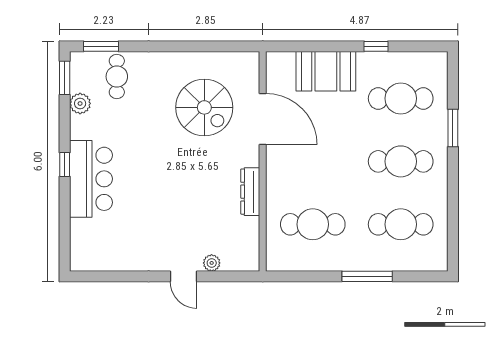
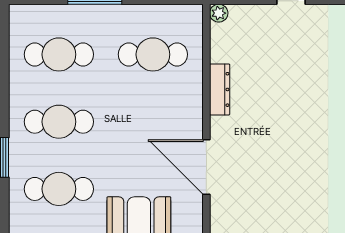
spiral stairs: (204, 107) -> (269, 179), removed
plant: (212, 263) -> (219, 13), moved

